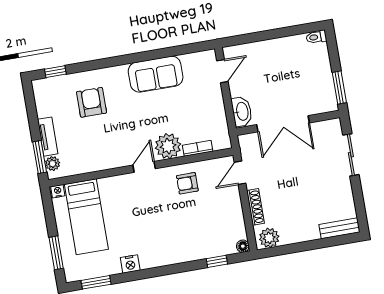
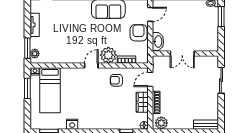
window: (339, 88) -> (221, 16), moved
armchair: (92, 102) -> (139, 33), moved
double door: (283, 124) -> (182, 54), width x0.73
tv unit: (48, 137) -> (35, 25), moved
wardrobe: (234, 210) -> (142, 102), added
window: (56, 253) -> (27, 88), moved

